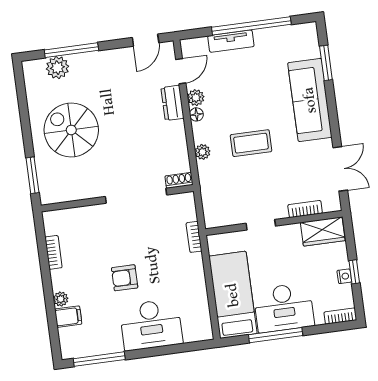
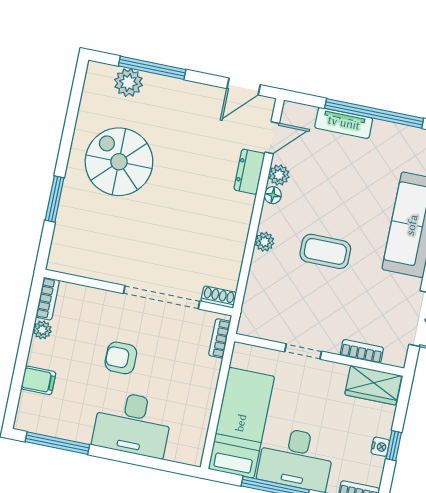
shoe rack: (179, 180) -> (219, 297), moved
doorway: (136, 196) -> (162, 297), moved
wall: (117, 198) -> (139, 293), moved
plant: (61, 299) -> (42, 330), moved

